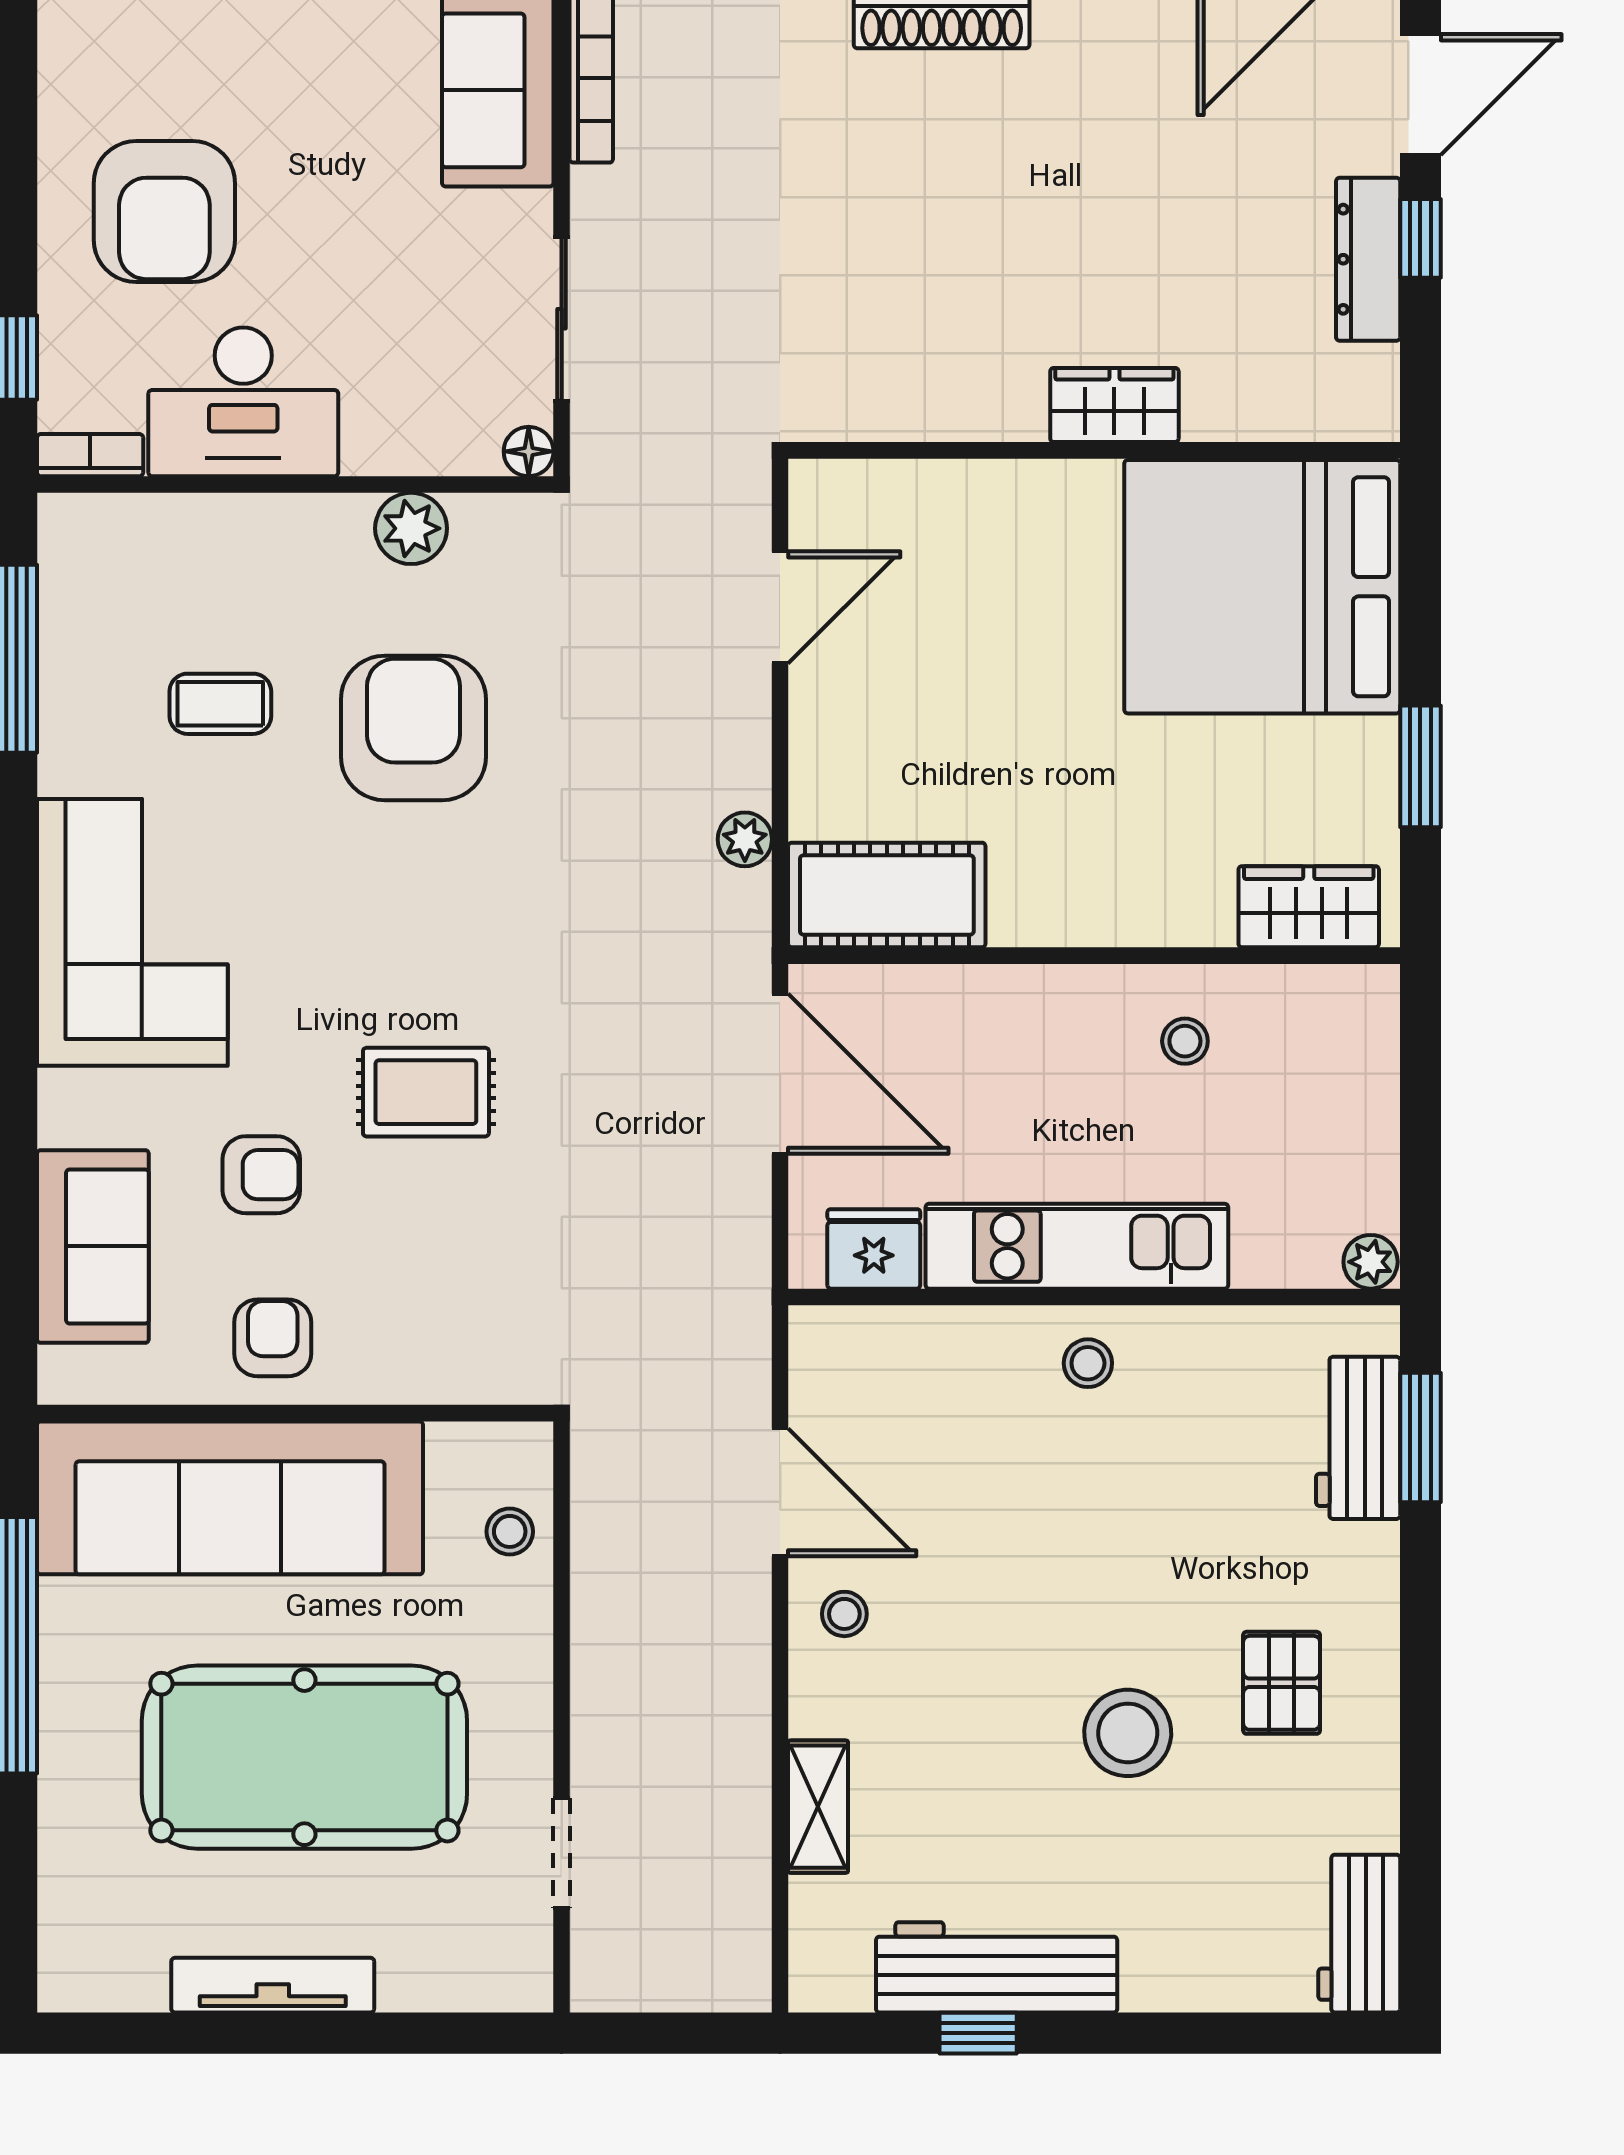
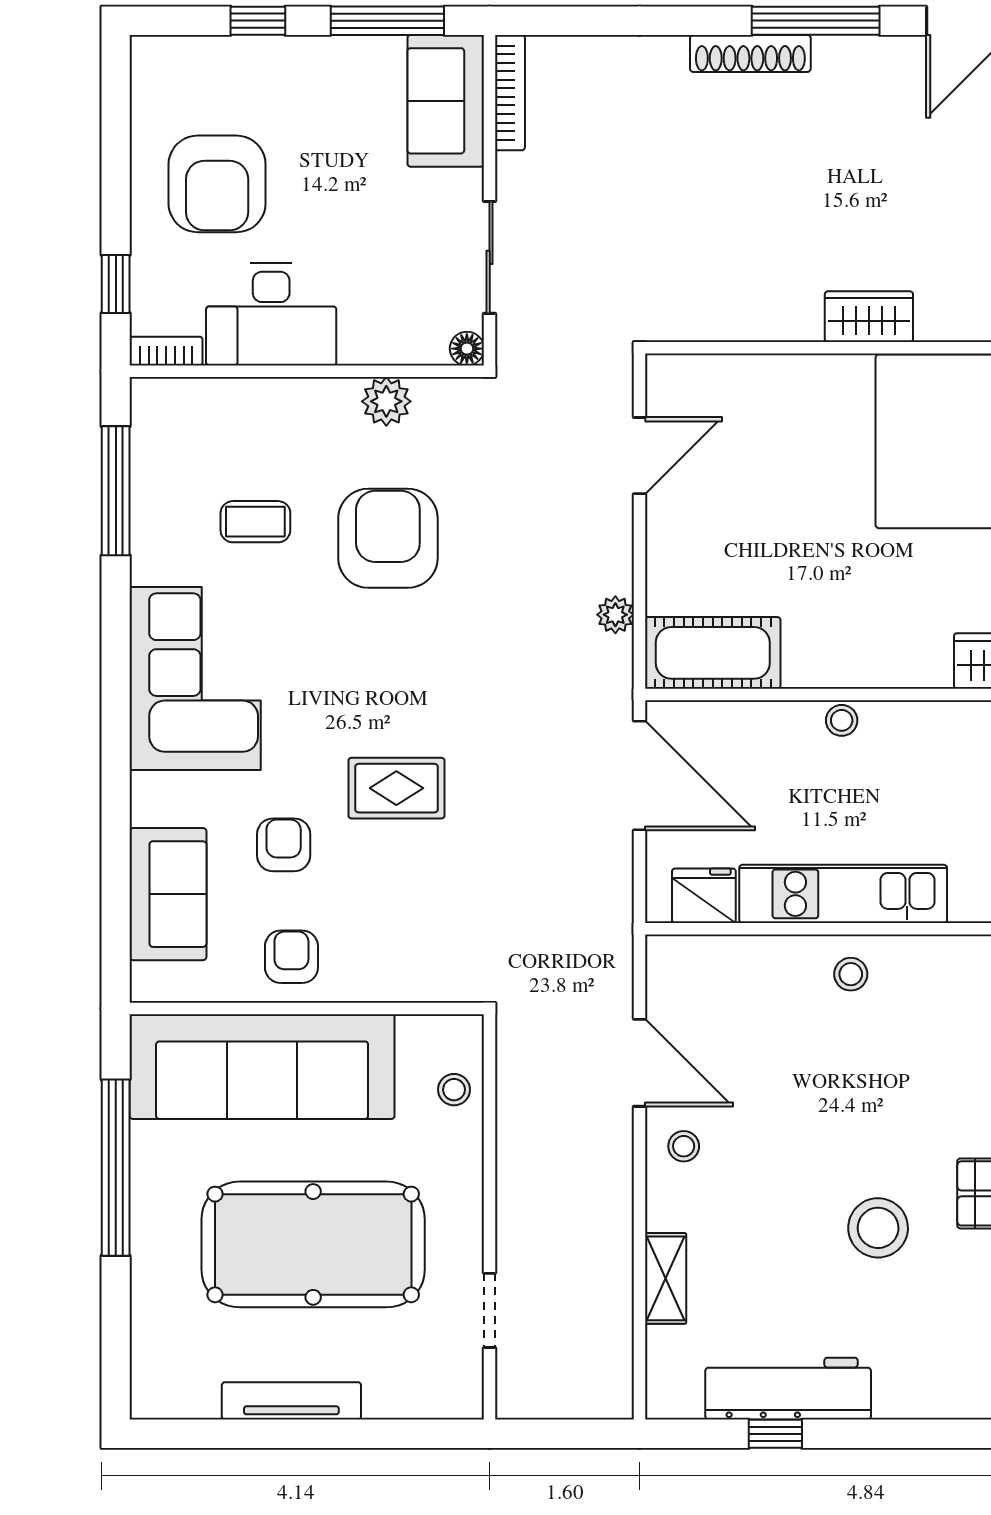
stool: (1185, 1041) -> (842, 720), moved
armchair: (261, 1175) -> (284, 845), turned -90

